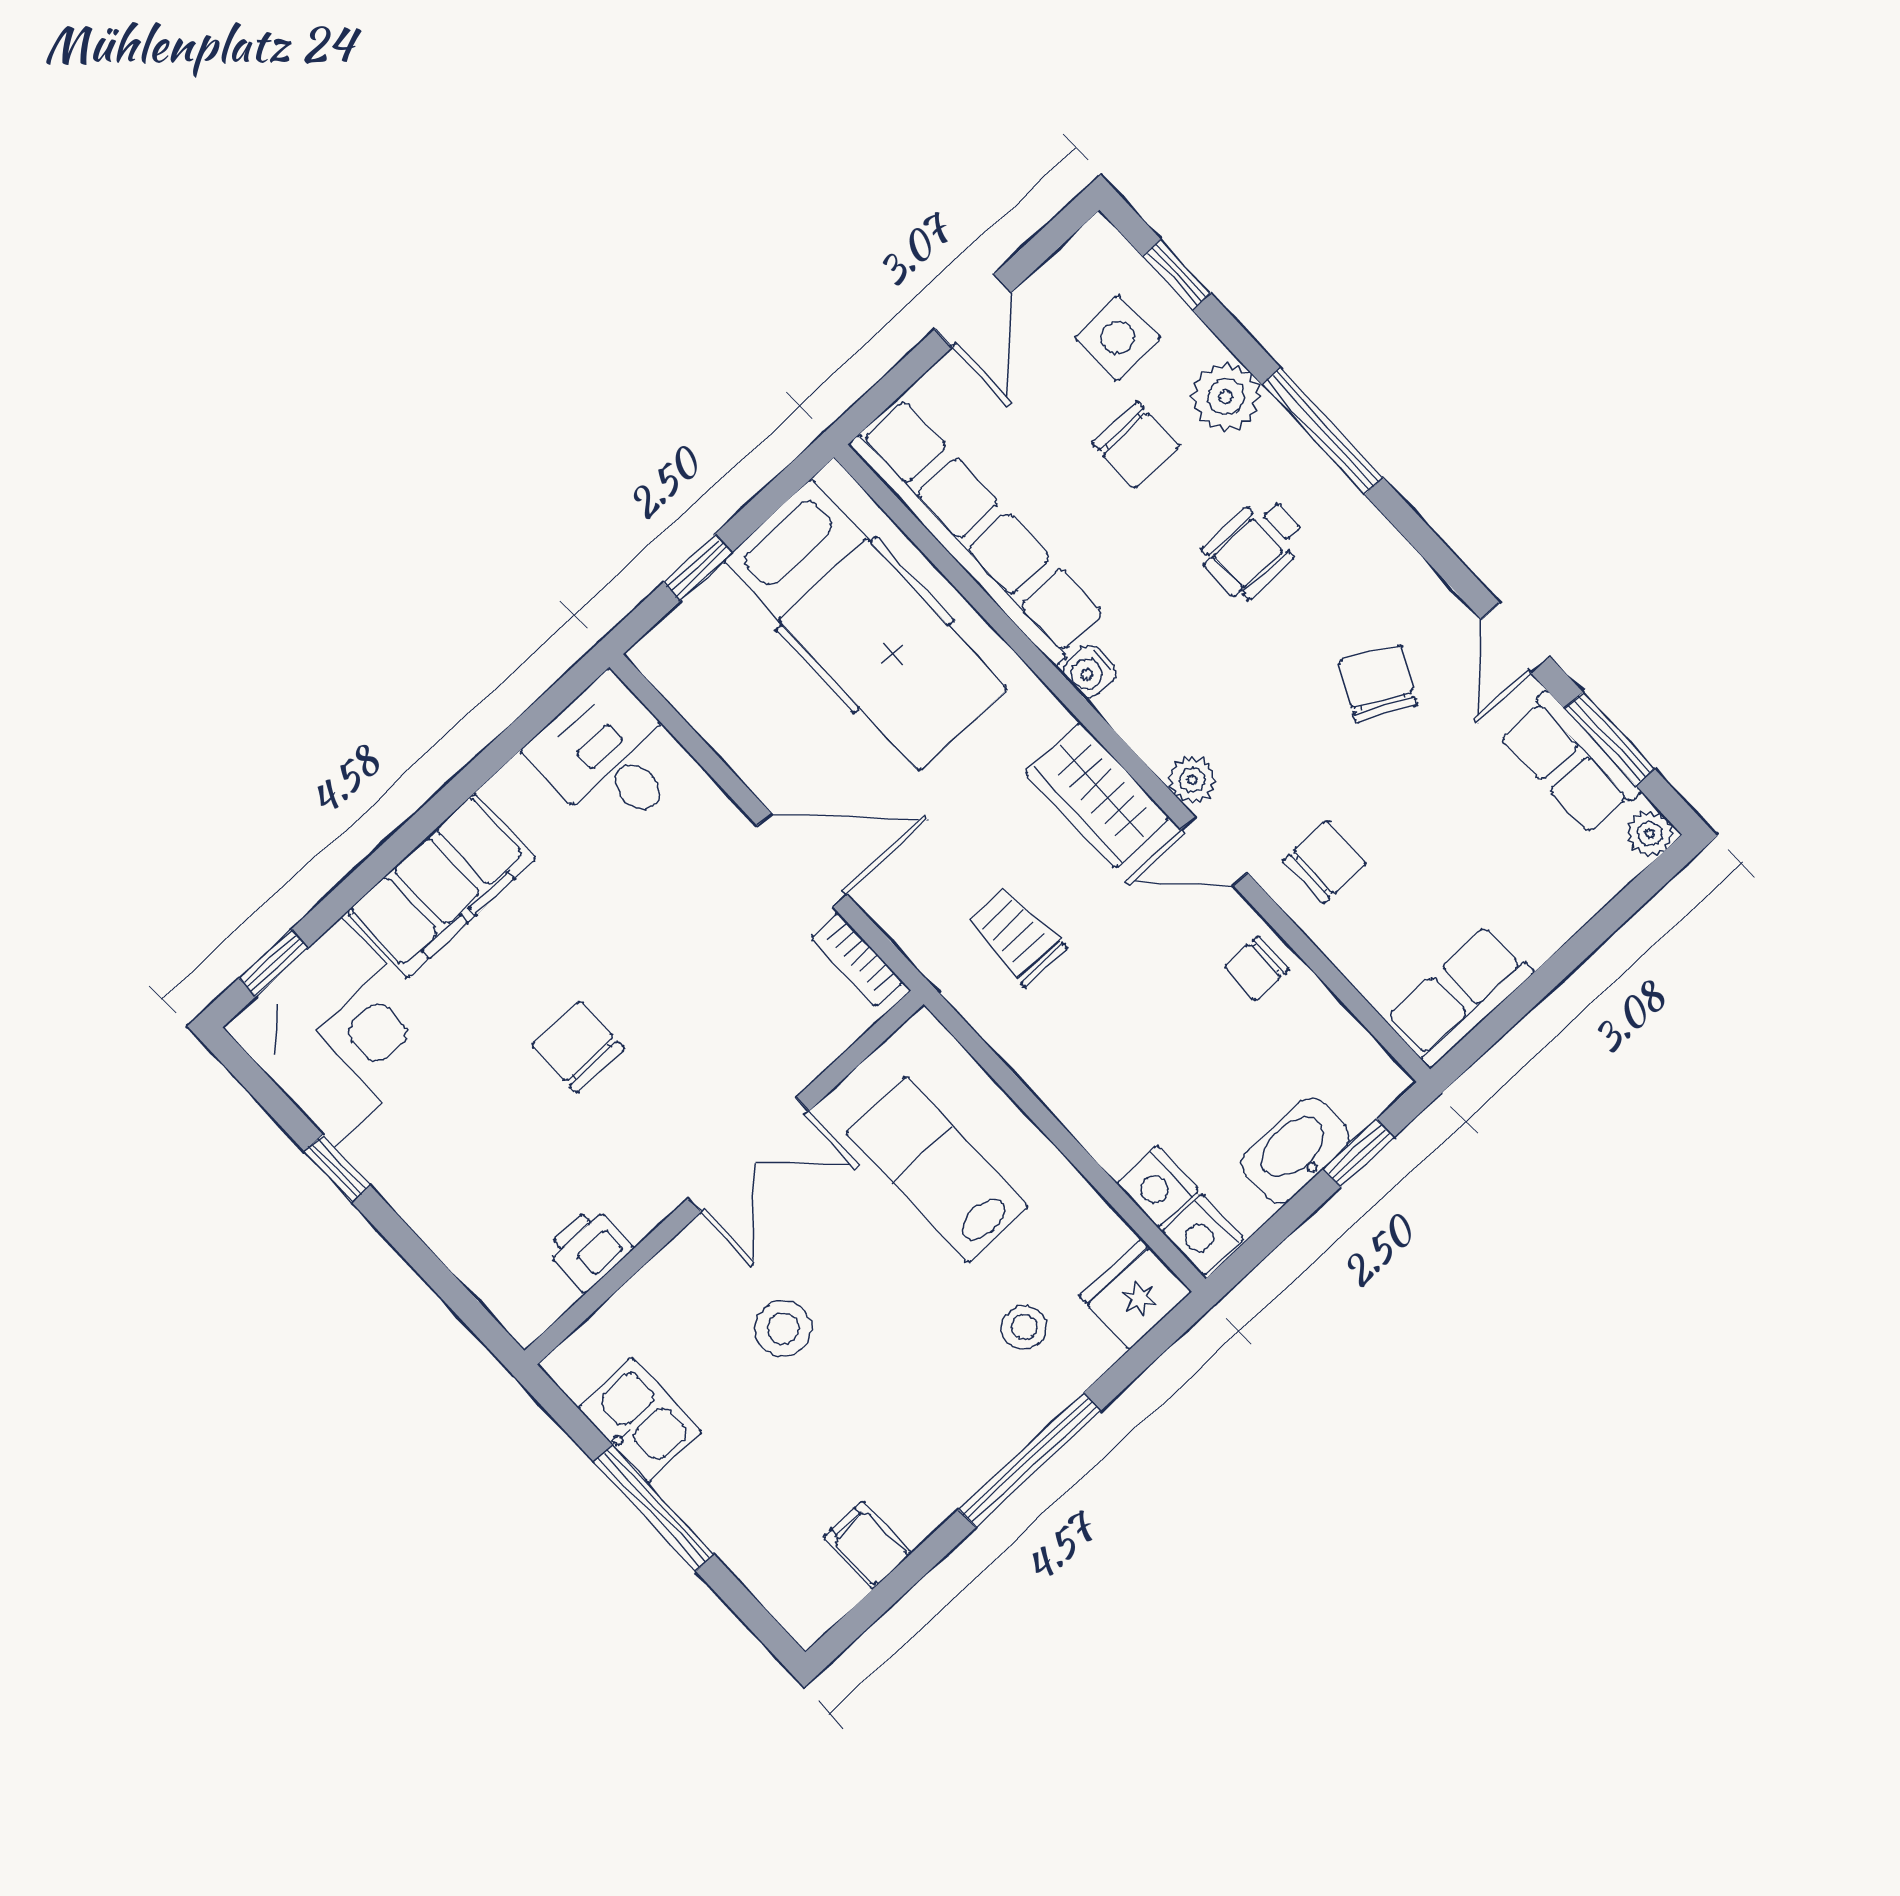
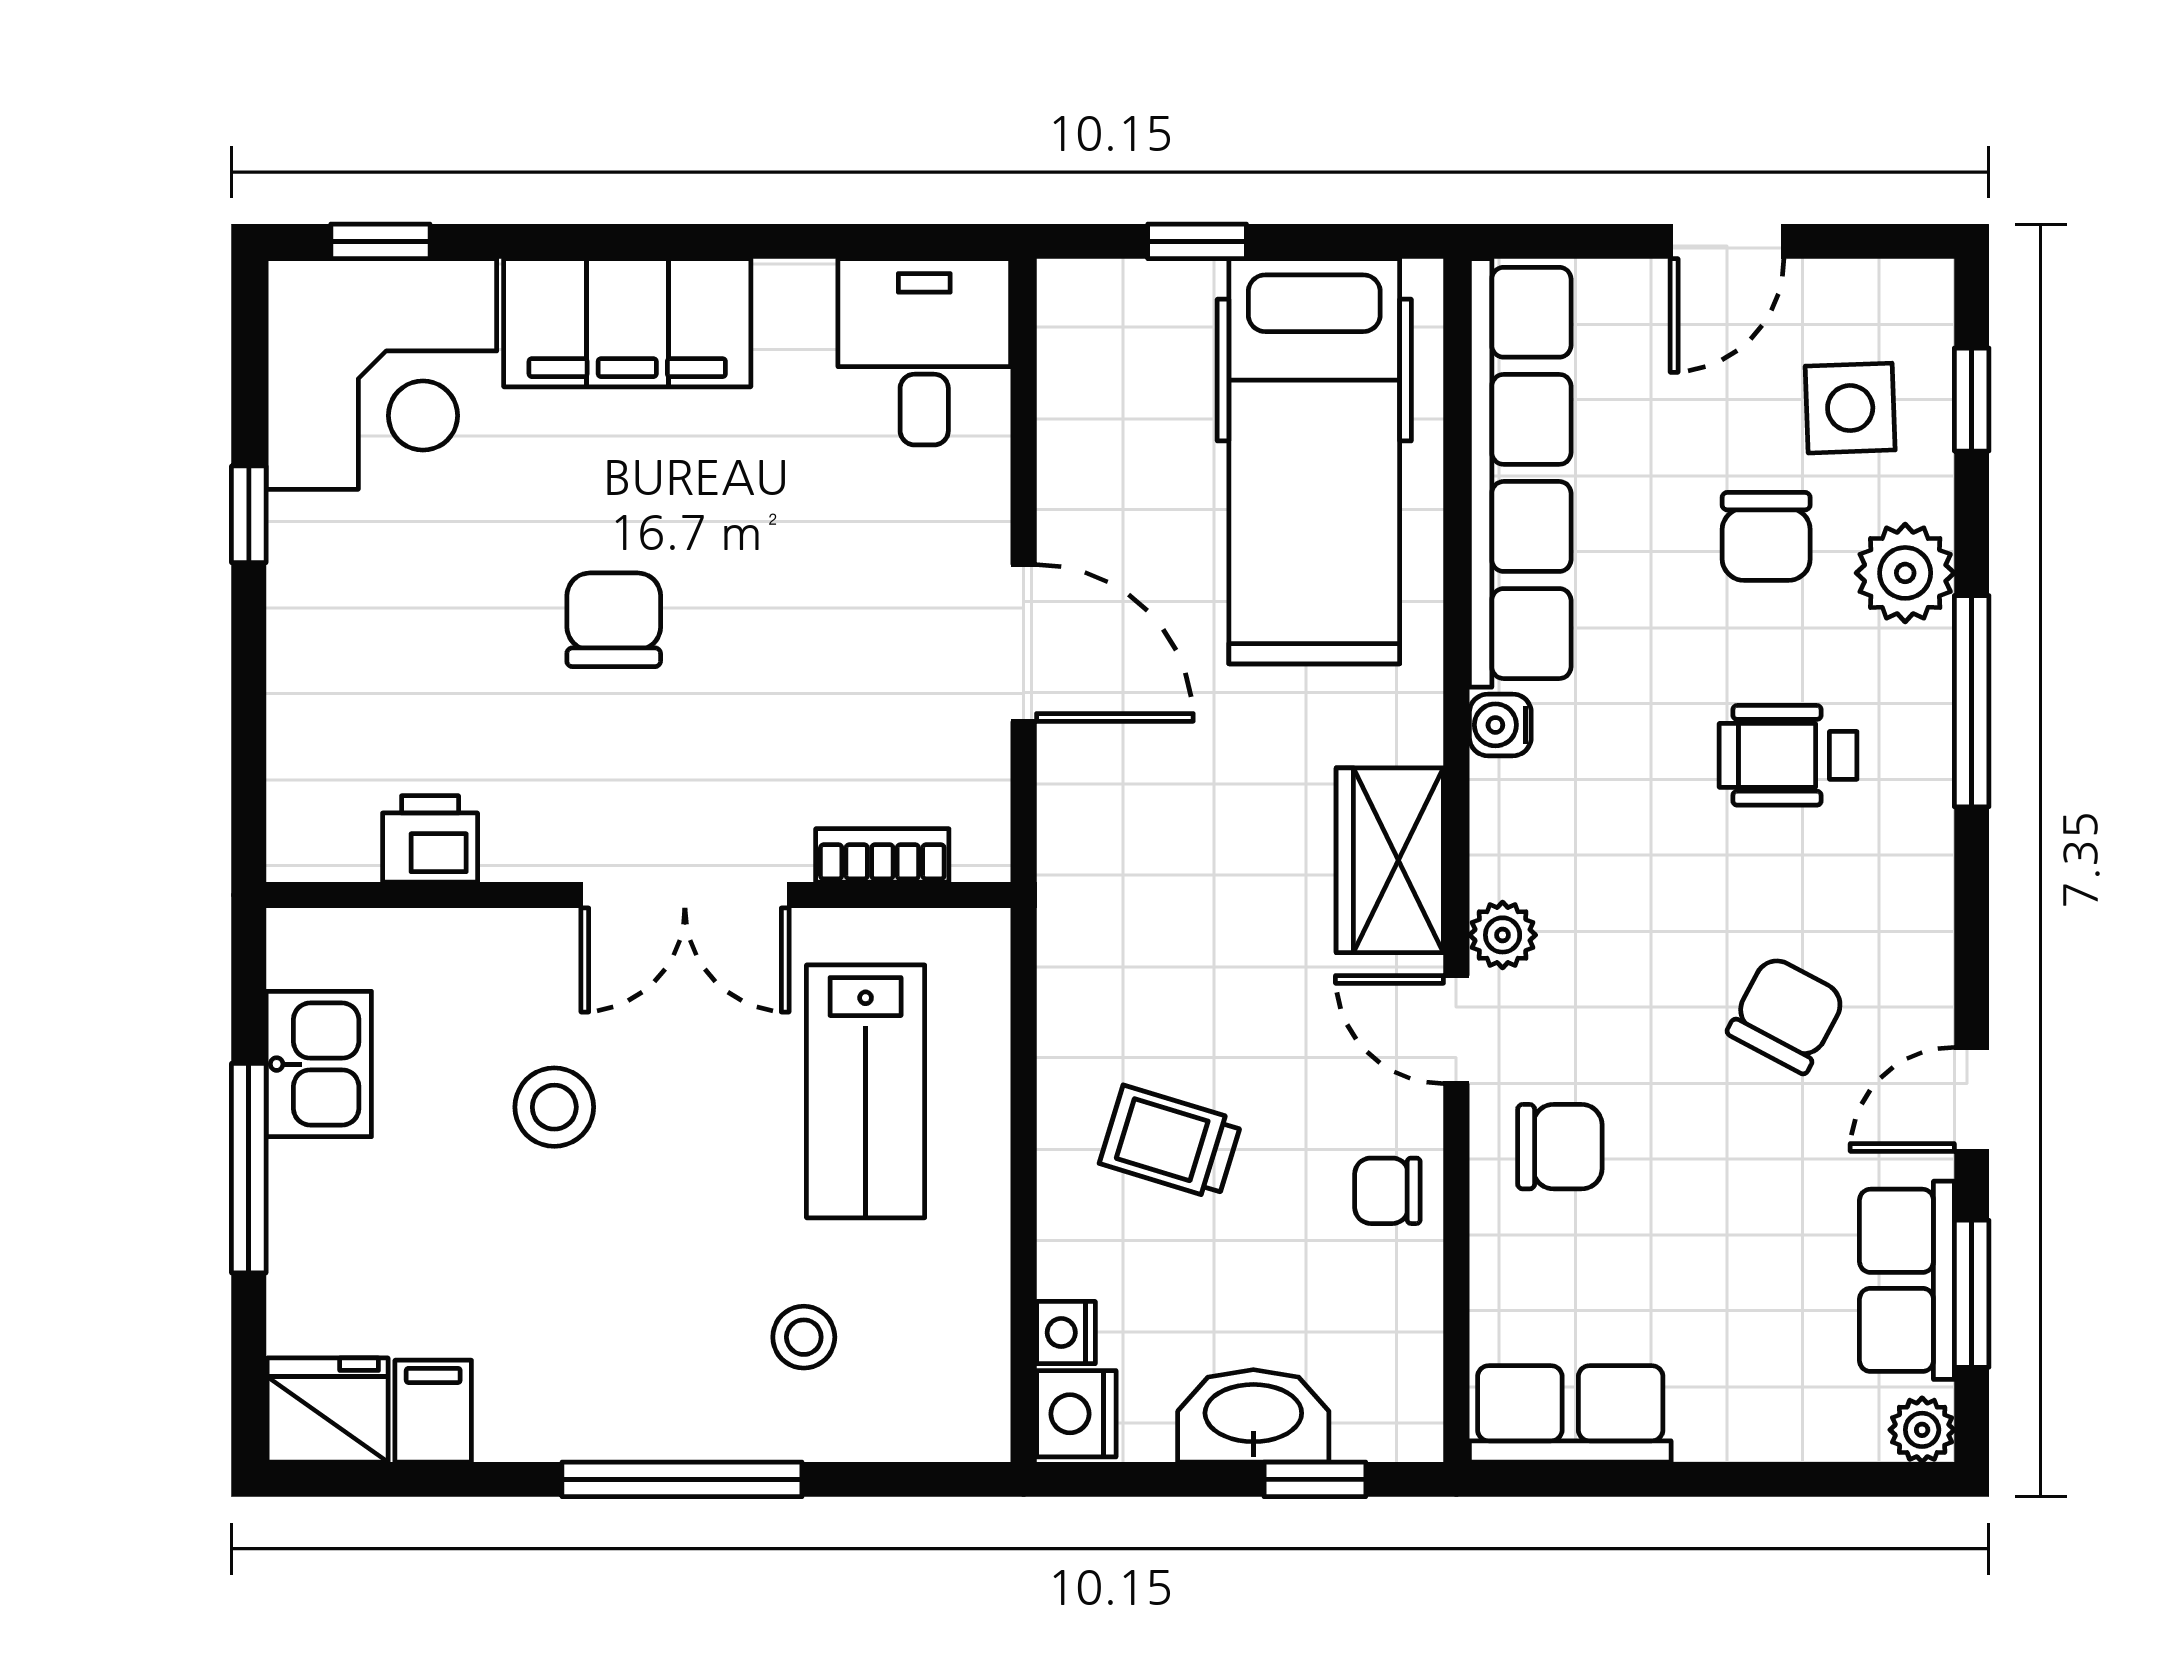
trolley: (1016, 936) -> (1170, 1142), moved, turned -73
bookcase: (857, 960) -> (882, 855), moved, turned 90
lab bench: (937, 1169) -> (866, 1091), turned 180
nightstand: (1158, 1186) -> (1066, 1333), width x0.72, depth x0.74
fridge: (1135, 1294) -> (328, 1410), moved

